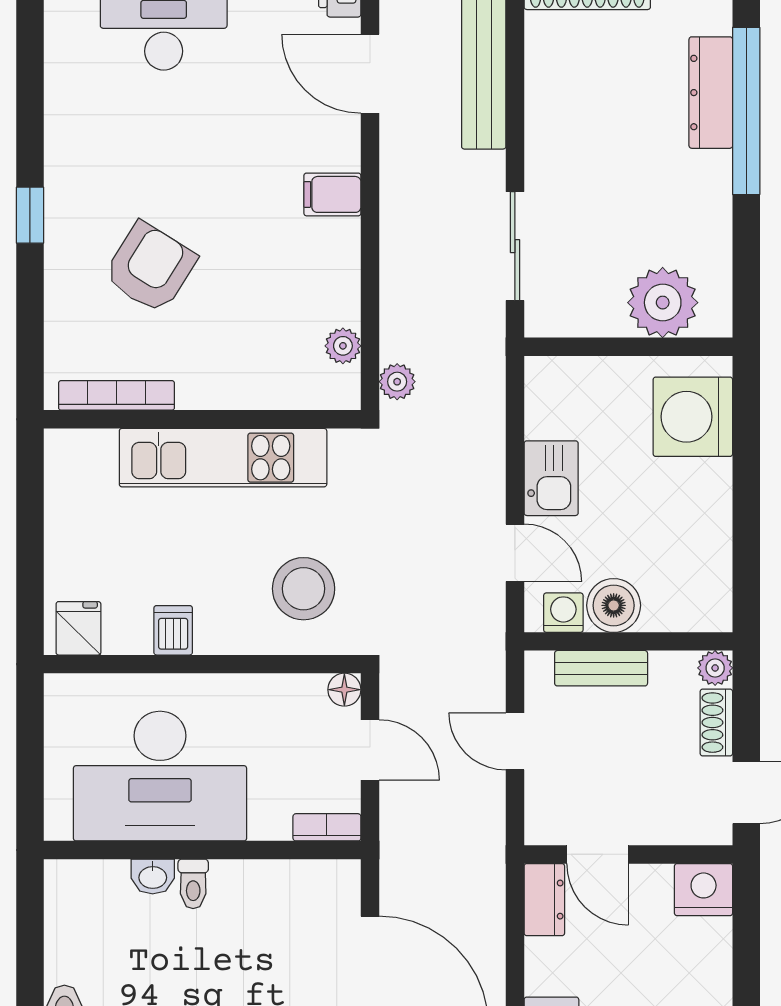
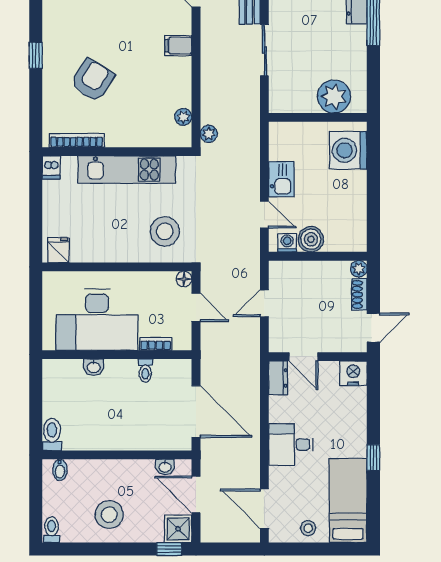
sliding door: (515, 246) -> (264, 50), moved
dishwasher: (173, 630) -> (51, 167), moved, turned 180
bench: (601, 668) -> (305, 269), removed
door: (515, 741) -> (264, 303), hinge flipped
bookcase: (327, 827) -> (156, 344), moved
toilet: (193, 884) -> (145, 370), moved

